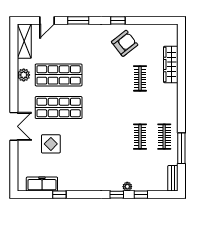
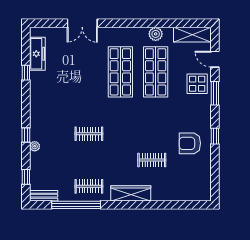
armchair: (125, 43) -> (190, 143), turned 128
wardrobe: (171, 64) -> (131, 193), moved
double door: (14, 126) -> (82, 23), moved
clothes rail: (140, 137) -> (89, 134), moved
display table: (51, 144) -> (197, 84), moved
window: (181, 148) -> (76, 205), width x1.46
window: (141, 195) -> (26, 177), moved

